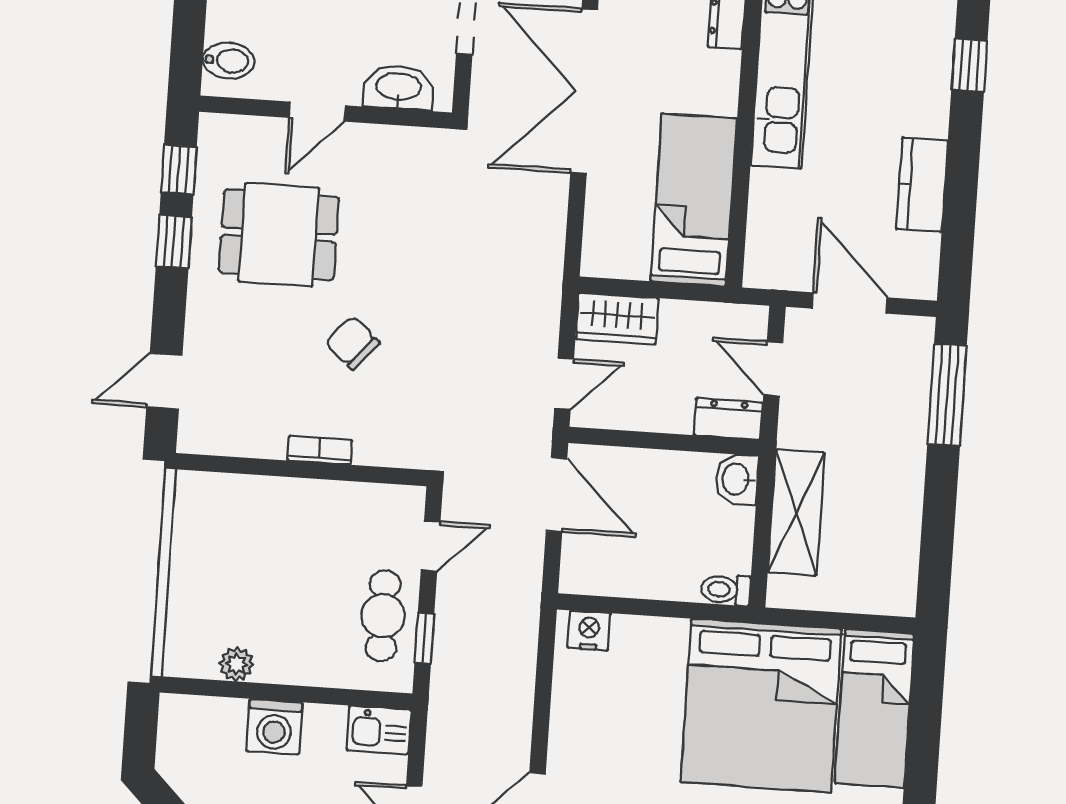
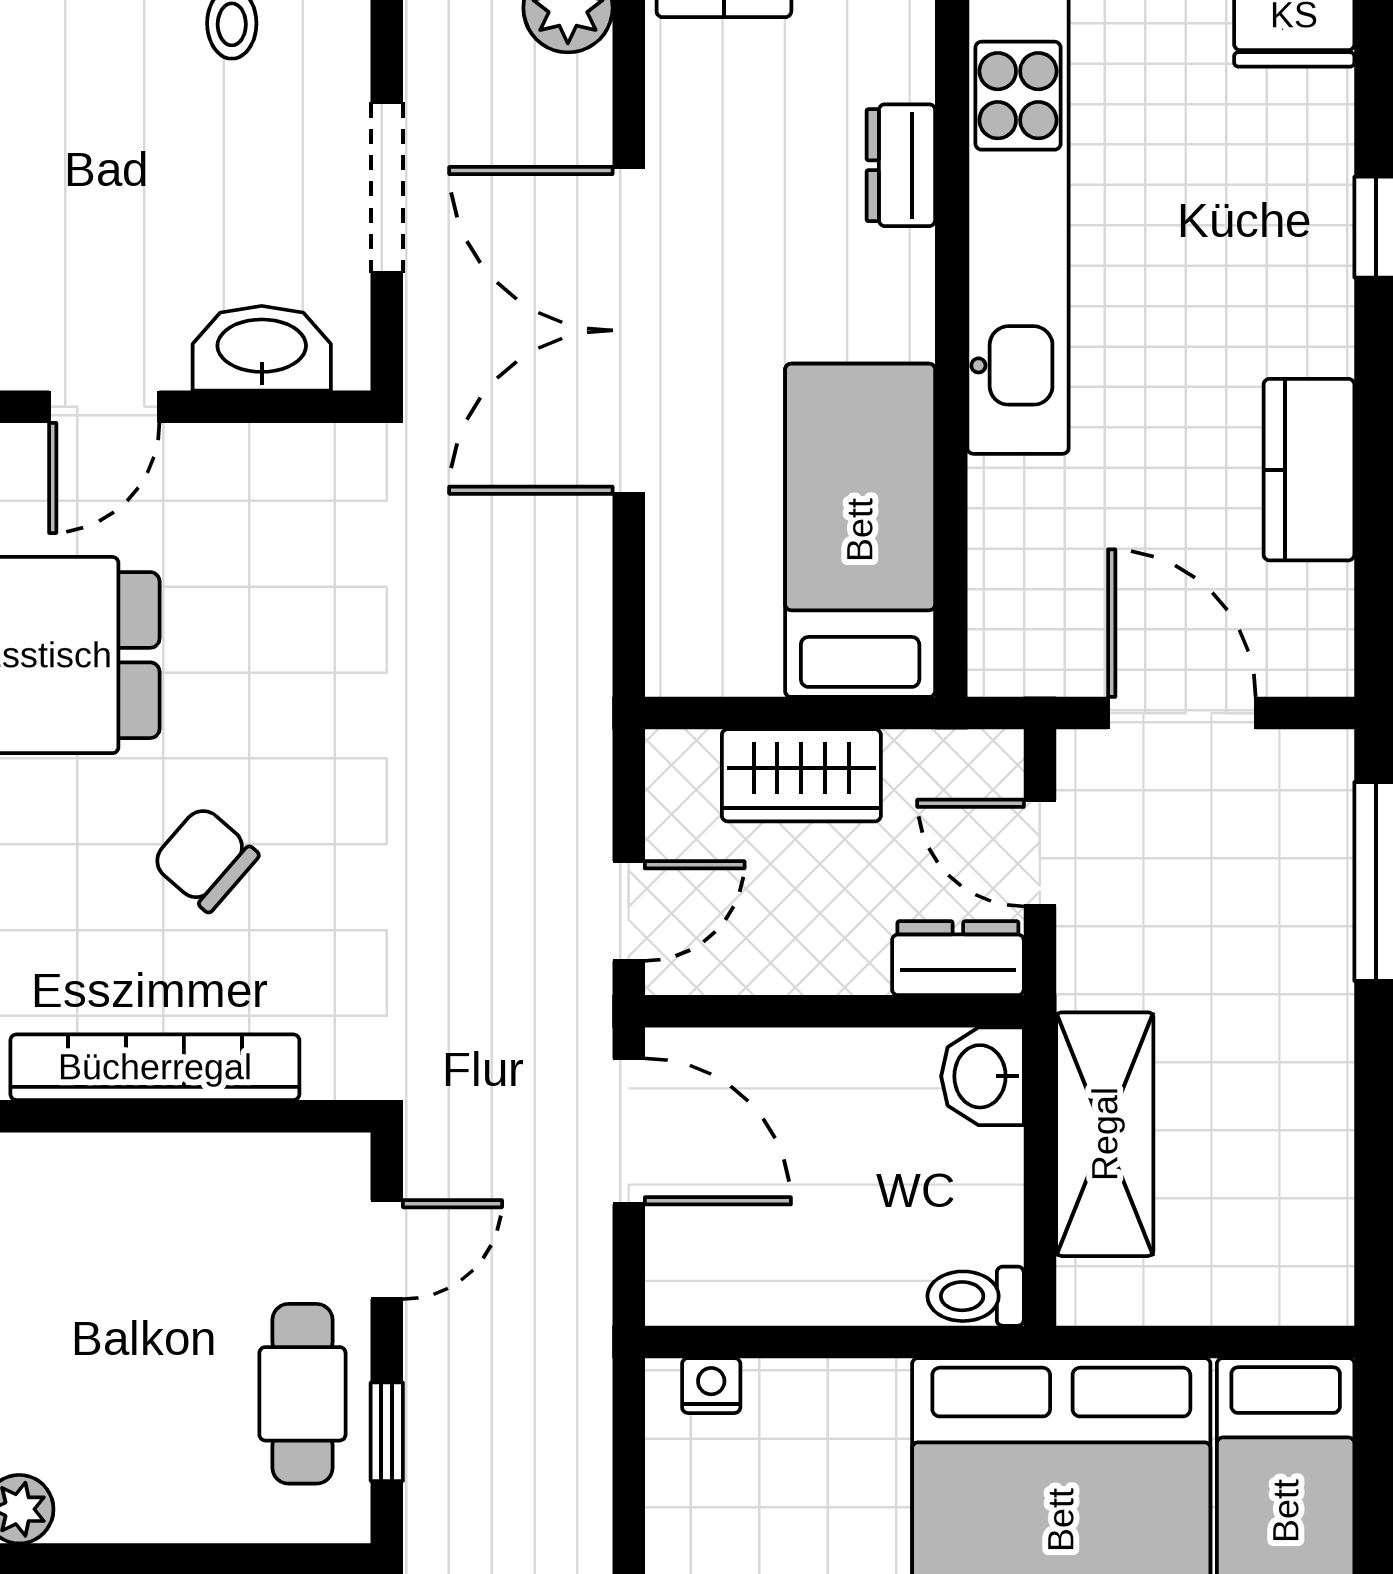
wardrobe: (617, 319) -> (801, 775), moved
bookcase: (320, 450) -> (155, 1067), width x2.31, depth x1.31
nightstand: (589, 631) -> (711, 1386), width x0.72, depth x0.74

